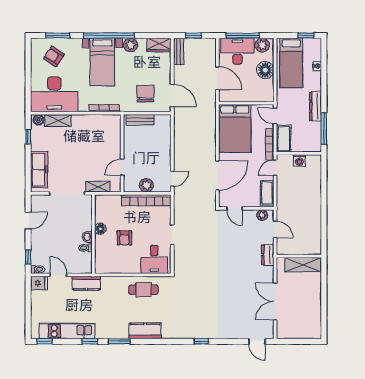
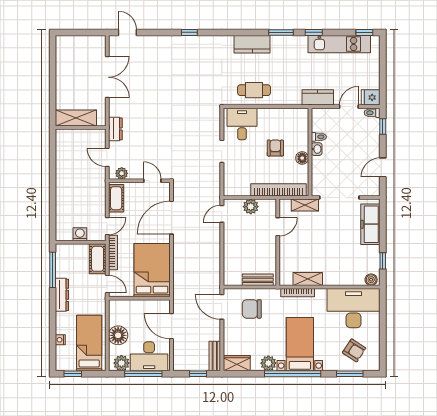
chair: (146, 94) -> (252, 309), turned 90
shelving: (58, 120) -> (308, 279), moved
bookcase: (146, 200) -> (279, 190), moved
door: (58, 275) -> (349, 107), swing flipped

